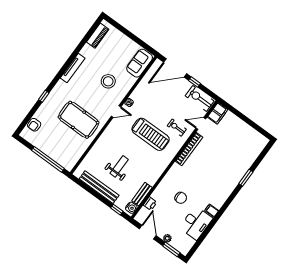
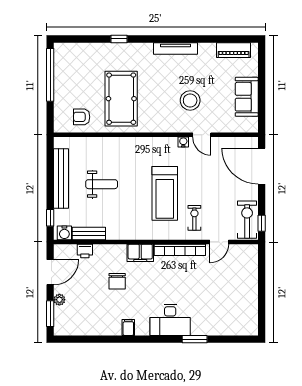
sofa: (140, 63) -> (247, 97), moved, turned -90
window: (195, 82) -> (262, 223), moved
door: (116, 112) -> (202, 135), moved
filing cabinet: (218, 113) -> (140, 253), moved
door: (201, 124) -> (219, 242), swing flipped
armchair: (34, 125) -> (82, 117), moved
window: (48, 159) -> (50, 75), moved
desk: (196, 223) -> (170, 320), moved

